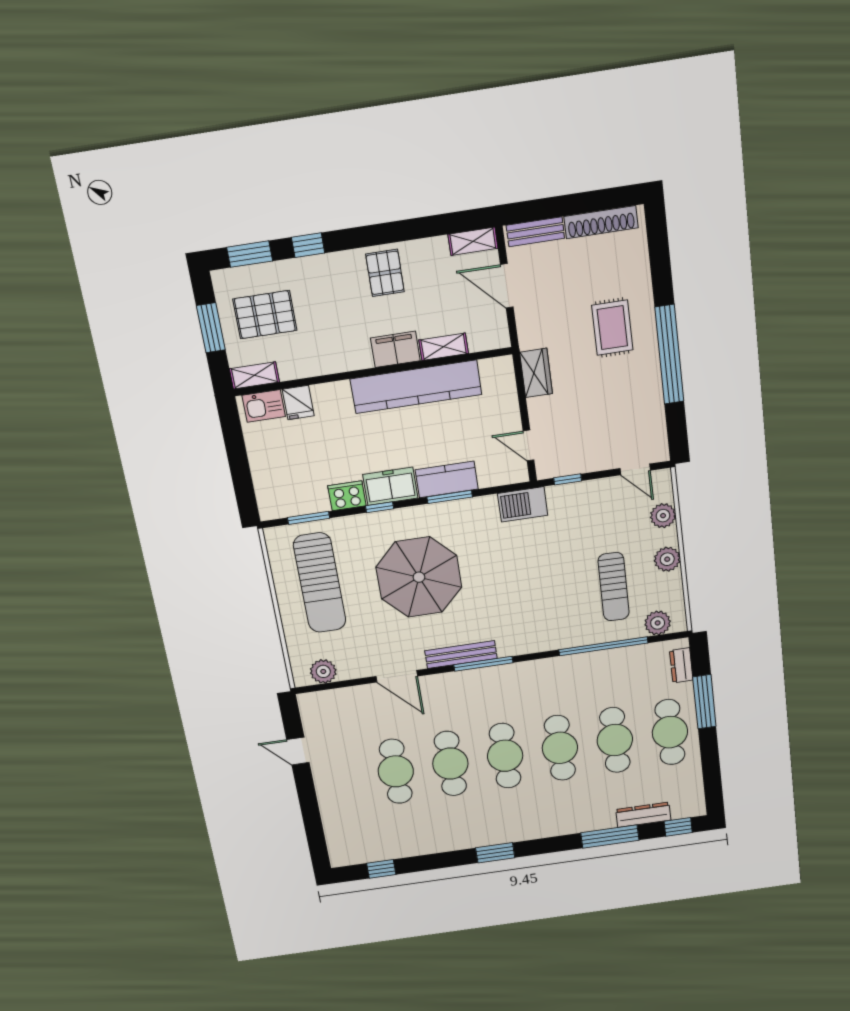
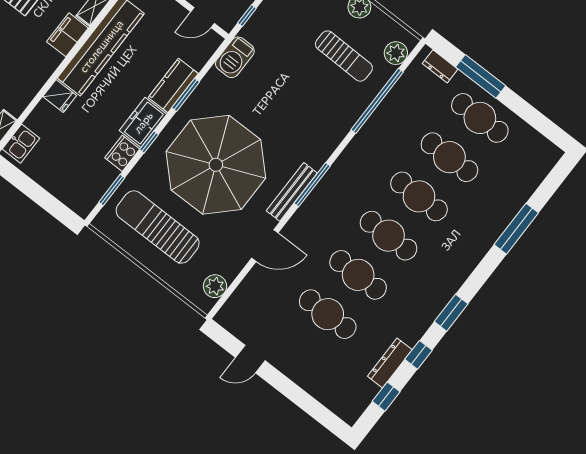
fridge: (298, 403) -> (60, 96), moved
parasol: (419, 577) -> (216, 165), width x1.36, depth x1.36
sun lounger: (320, 583) -> (158, 227), turned 180
dresser: (643, 815) -> (390, 363), moved
window: (678, 827) -> (418, 355), moved

